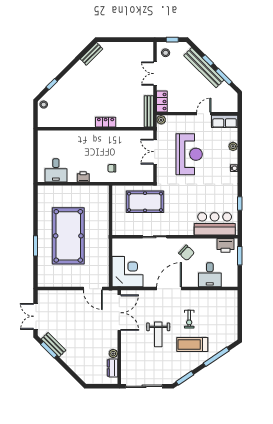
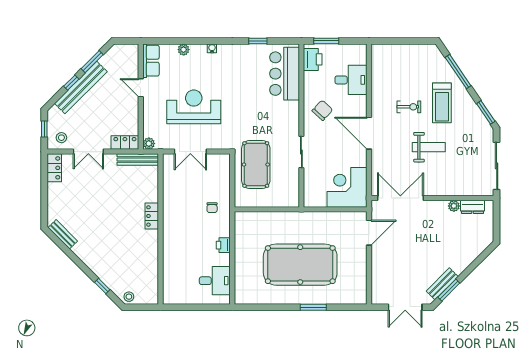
locker: (142, 47) -> (54, 168), added

